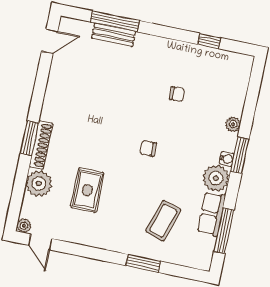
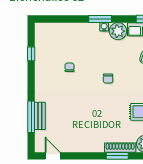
plant: (233, 124) -> (81, 27), removed

